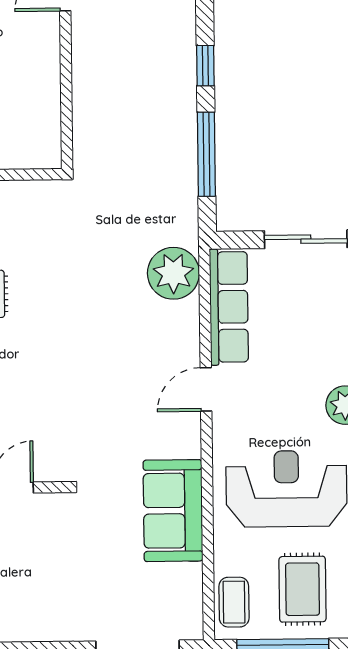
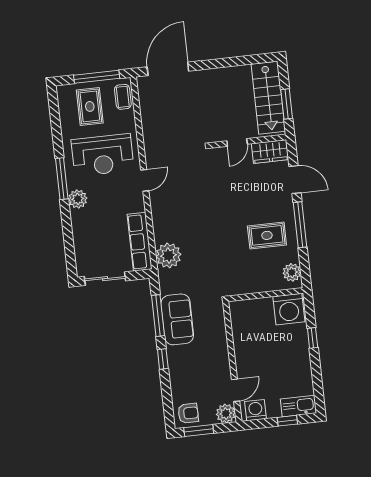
door: (206, 389) -> (145, 180), moved
sofa: (173, 511) -> (177, 319), moved

